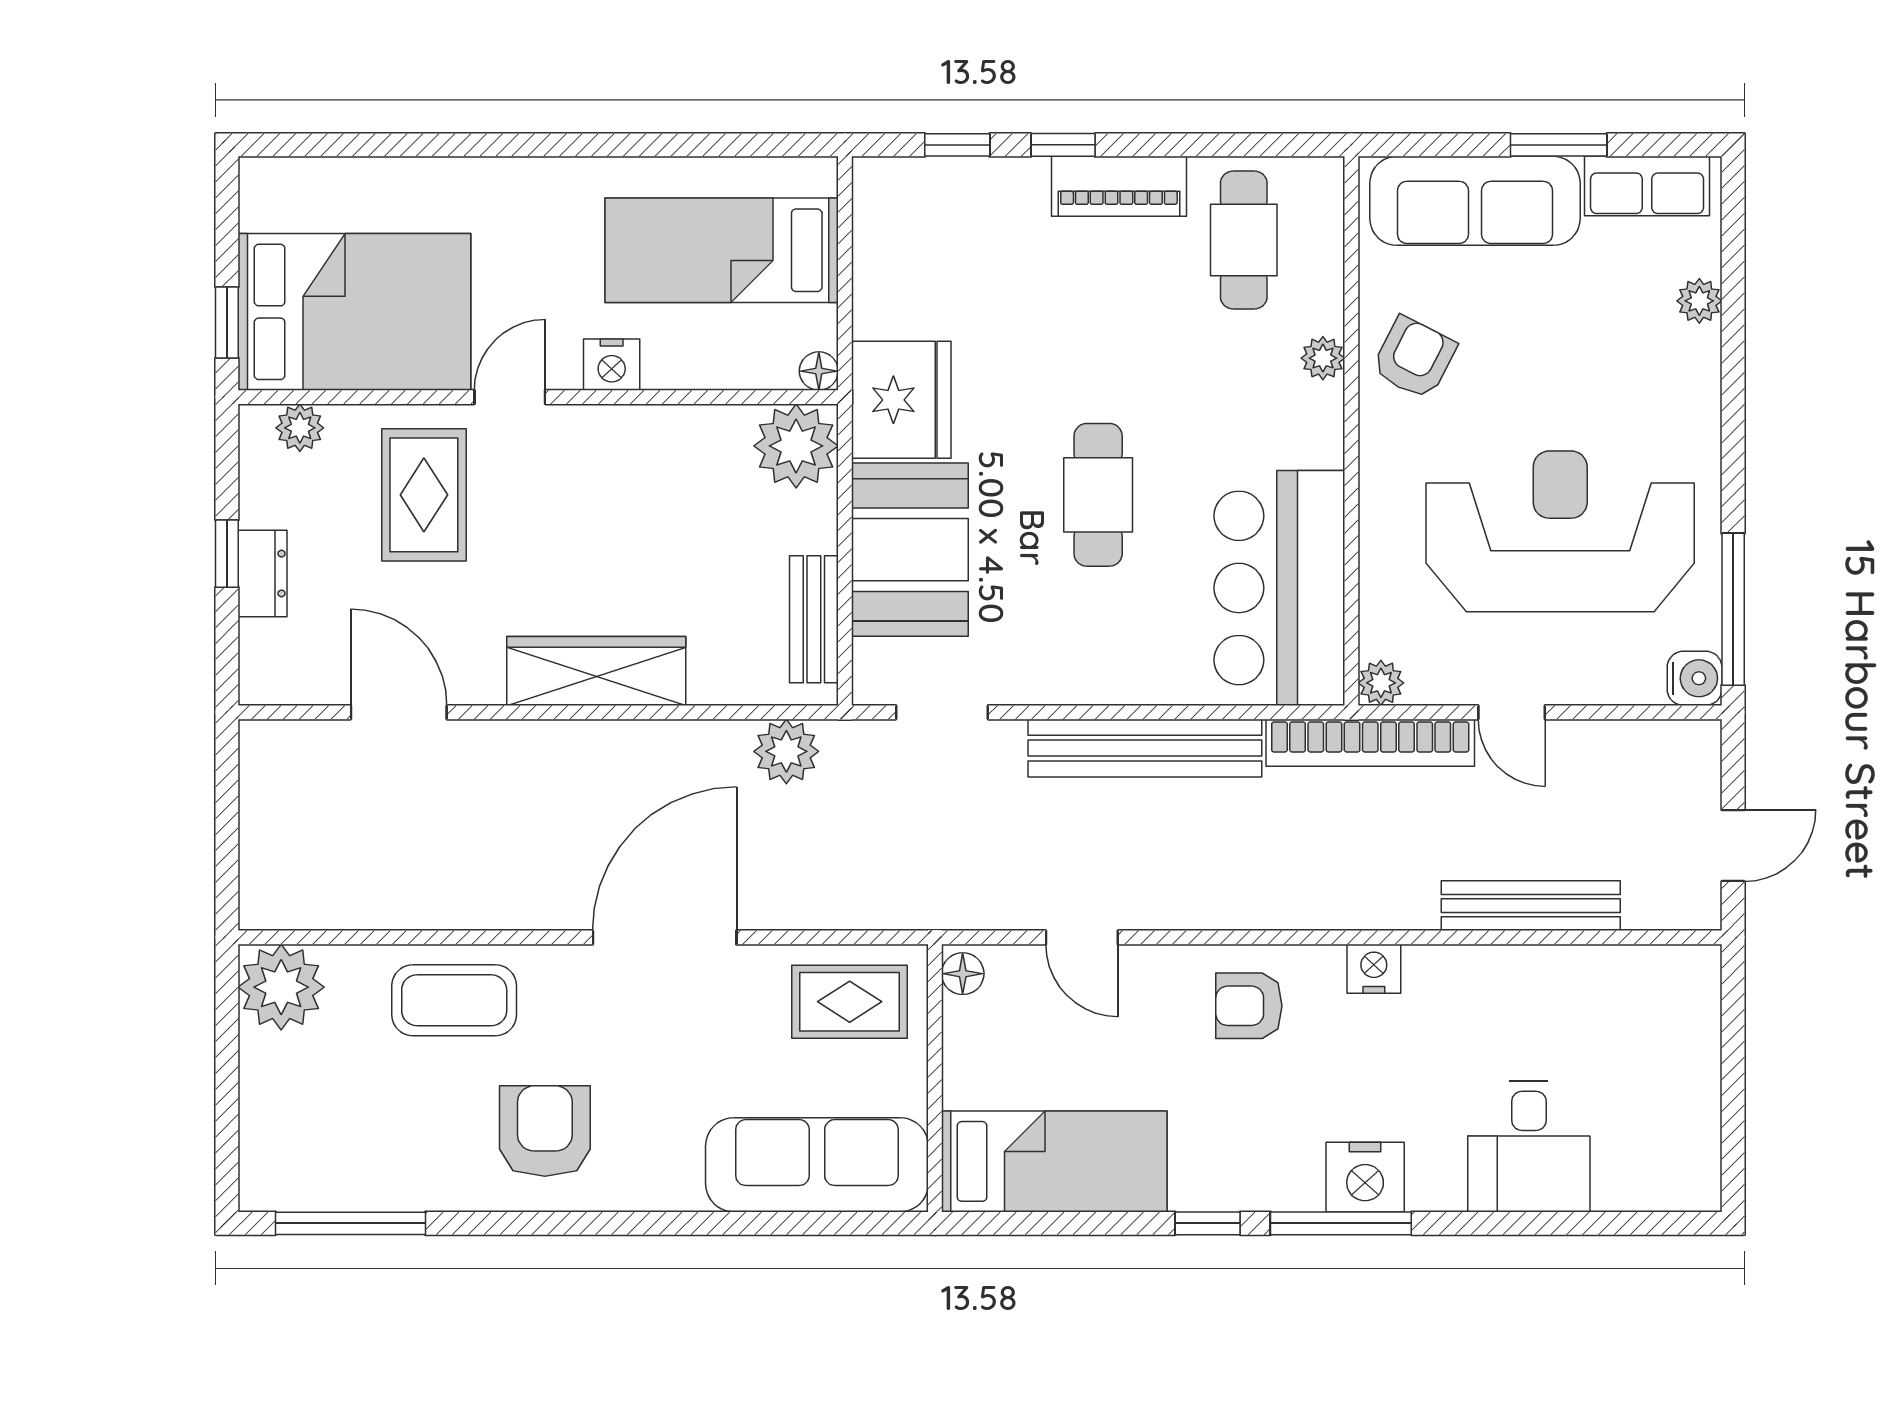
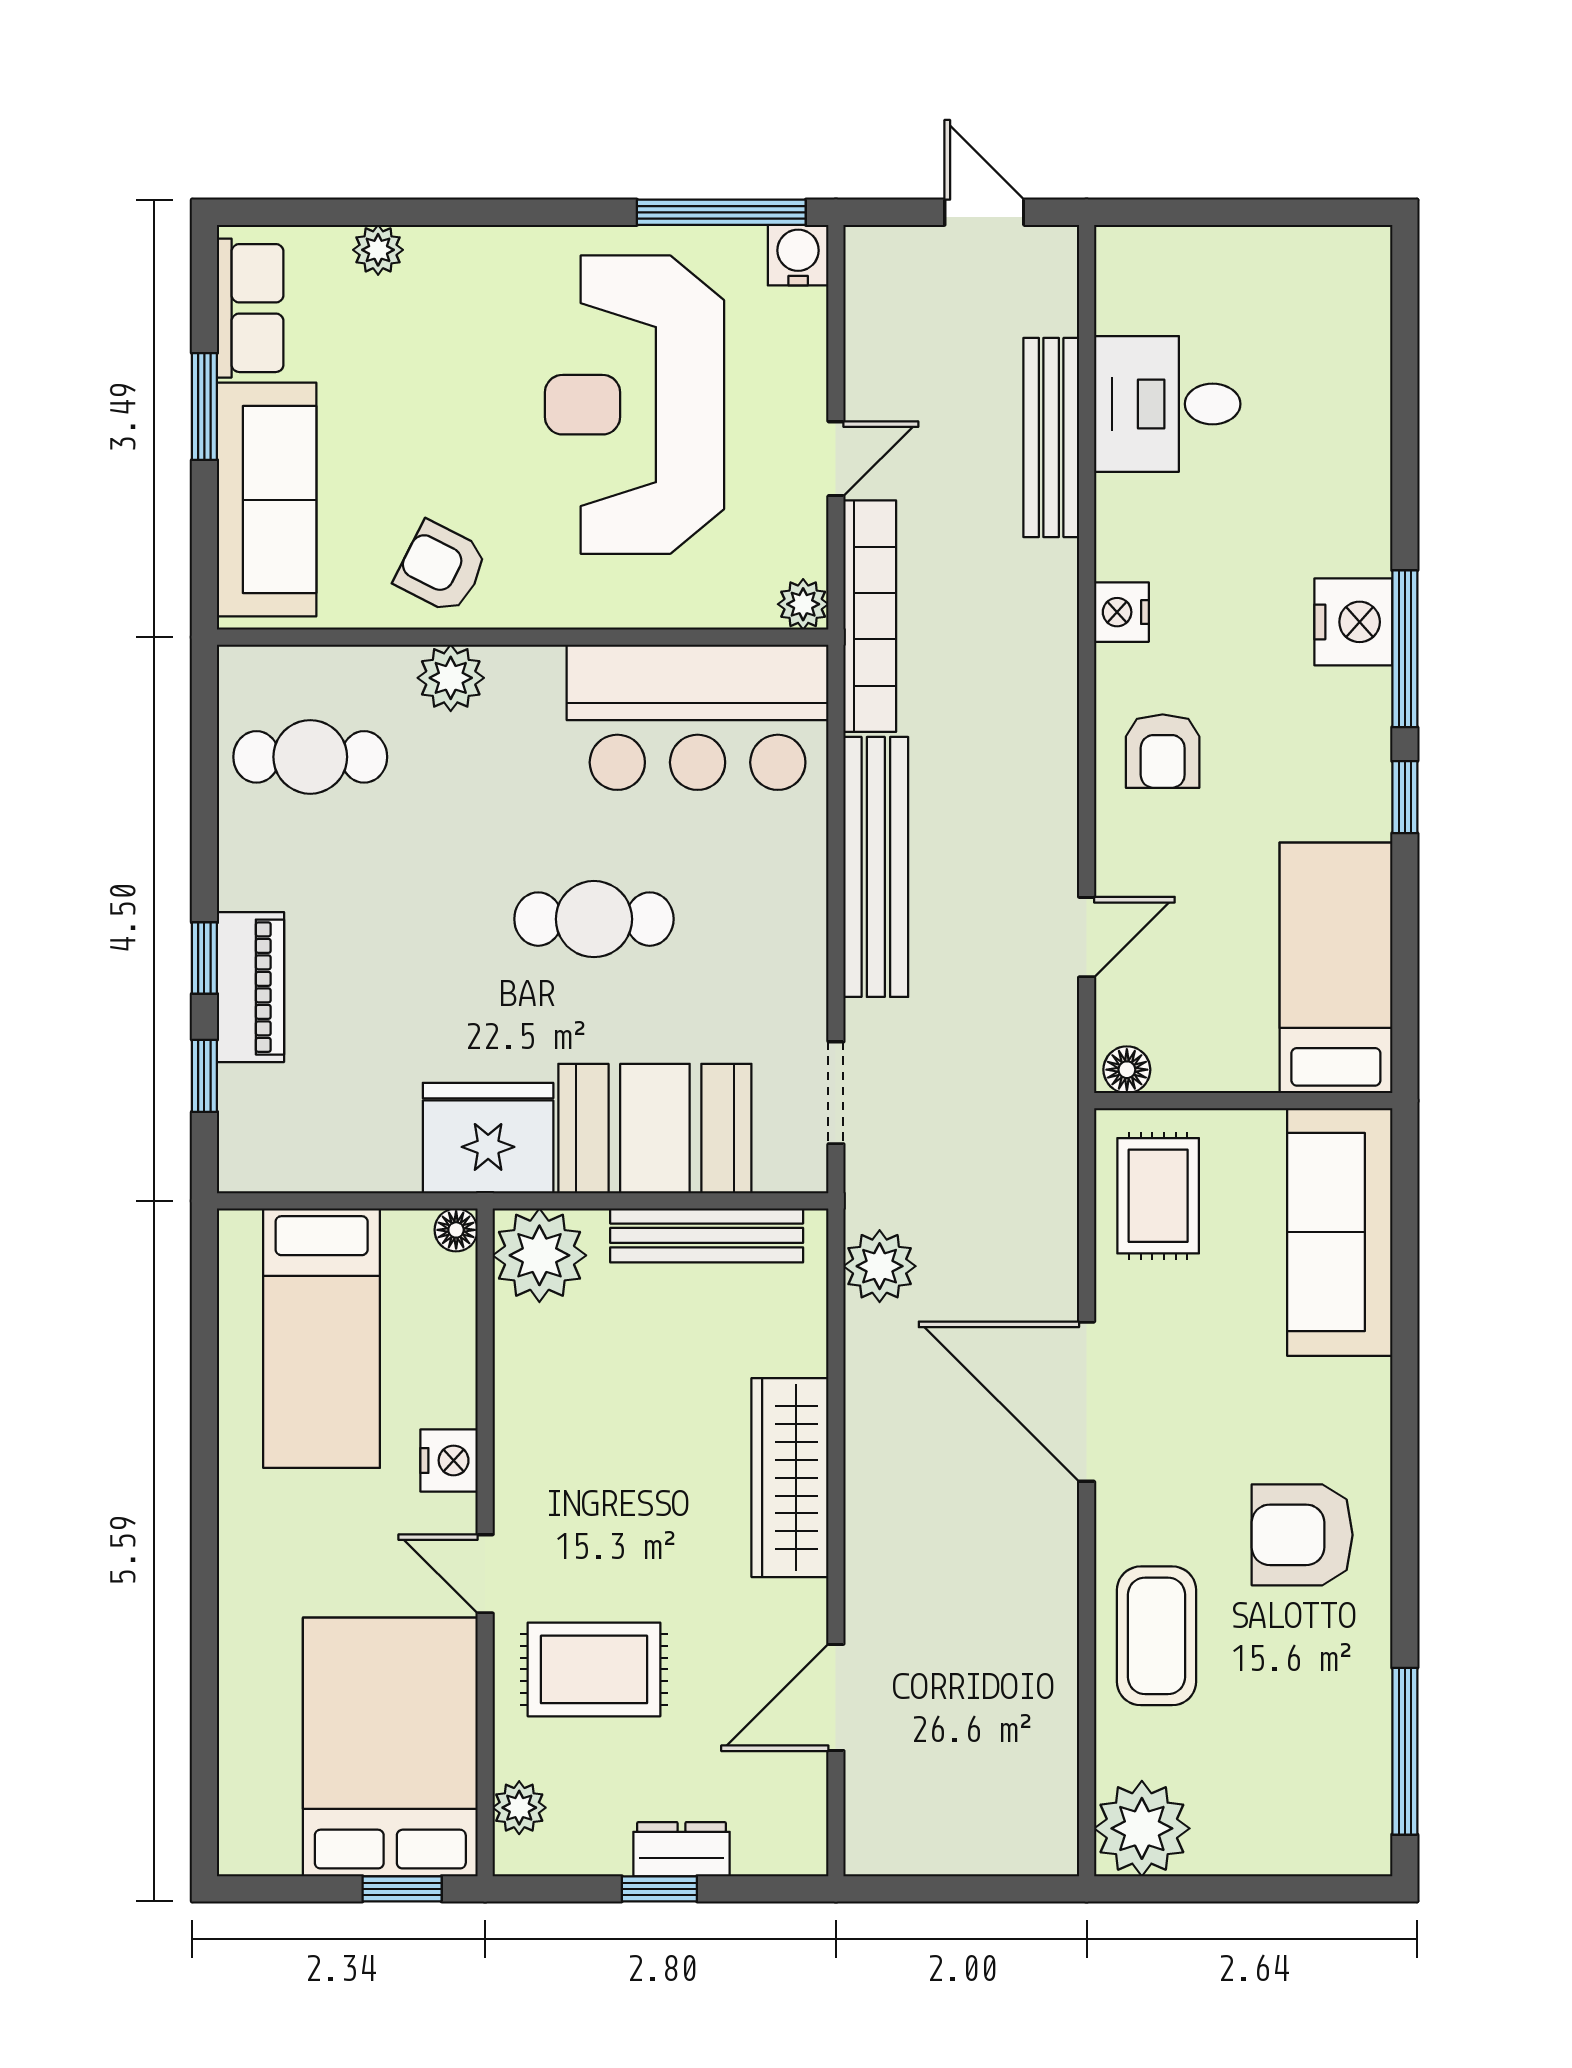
piano: (1119, 186) -> (250, 987), moved
plant: (1323, 358) -> (451, 678), width x1.38, depth x1.38
bench: (814, 619) -> (707, 1235), width x1.36
desk: (1529, 1146) -> (1167, 404), moved, turned 180

